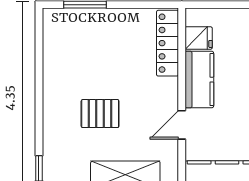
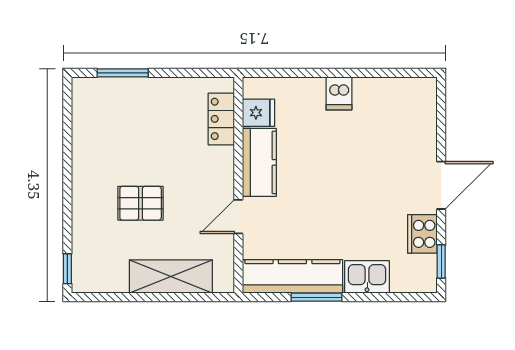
locker: (167, 43) -> (221, 119), width x0.66

